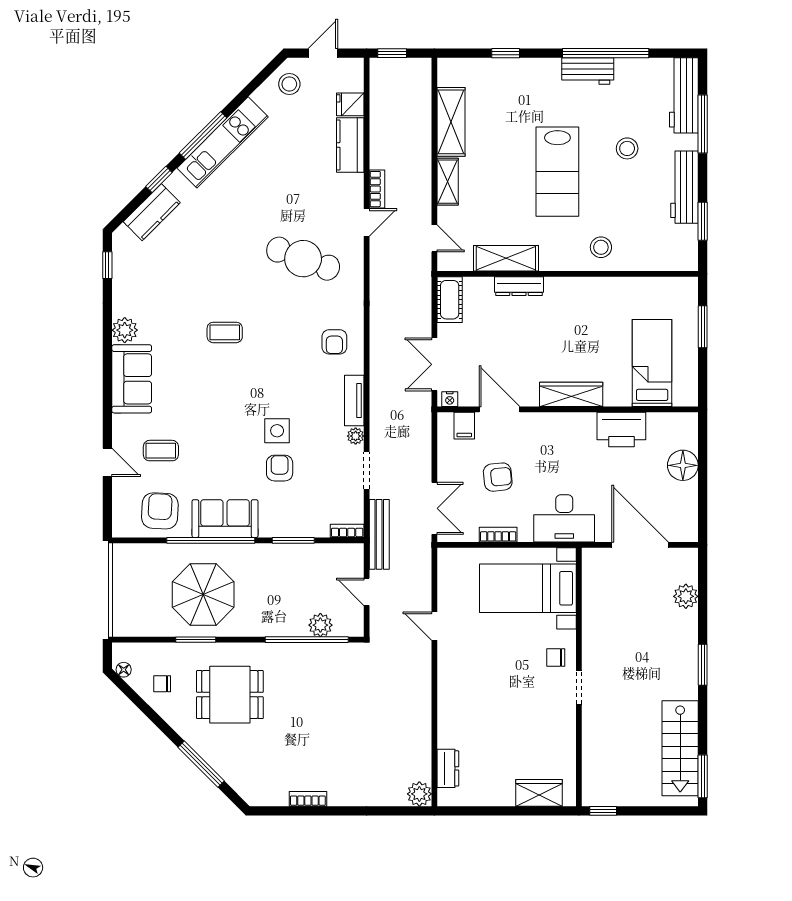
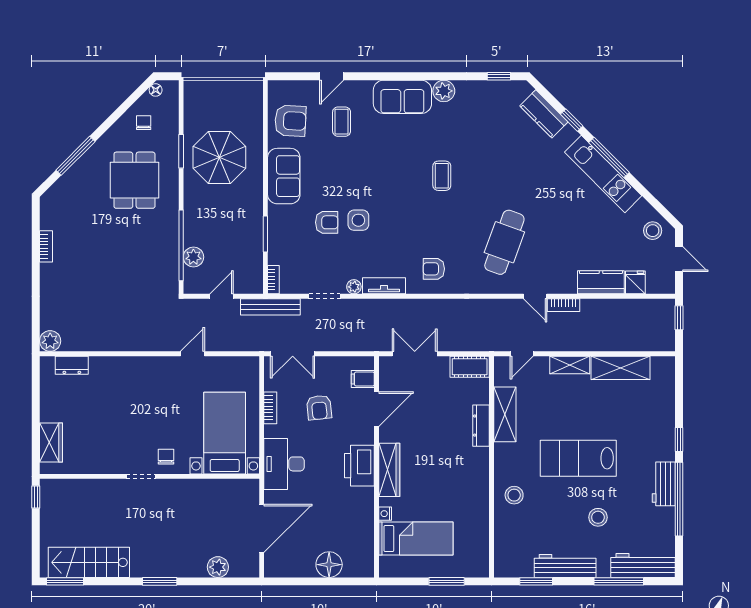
window: (506, 53) -> (679, 440), moved
nightstand: (450, 399) -> (385, 514), moved
printer: (621, 429) -> (359, 466), moved
window: (211, 540) -> (265, 164), removed

